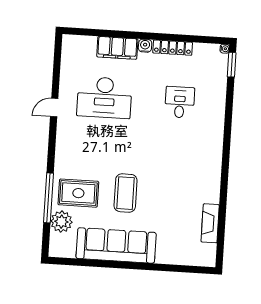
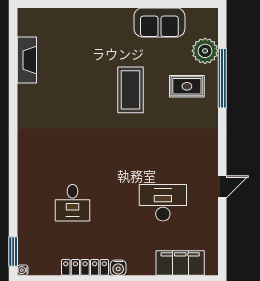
filing cabinet: (117, 48) -> (180, 263), moved
desk: (104, 97) -> (163, 203), width x0.73, depth x0.77
rug: (78, 193) -> (187, 86), width x0.73, depth x0.70
sofa: (116, 245) -> (159, 22), width x0.54, depth x0.79

